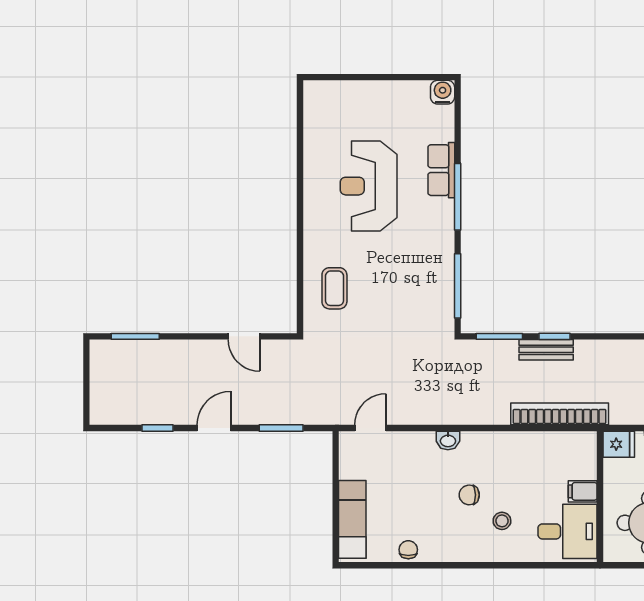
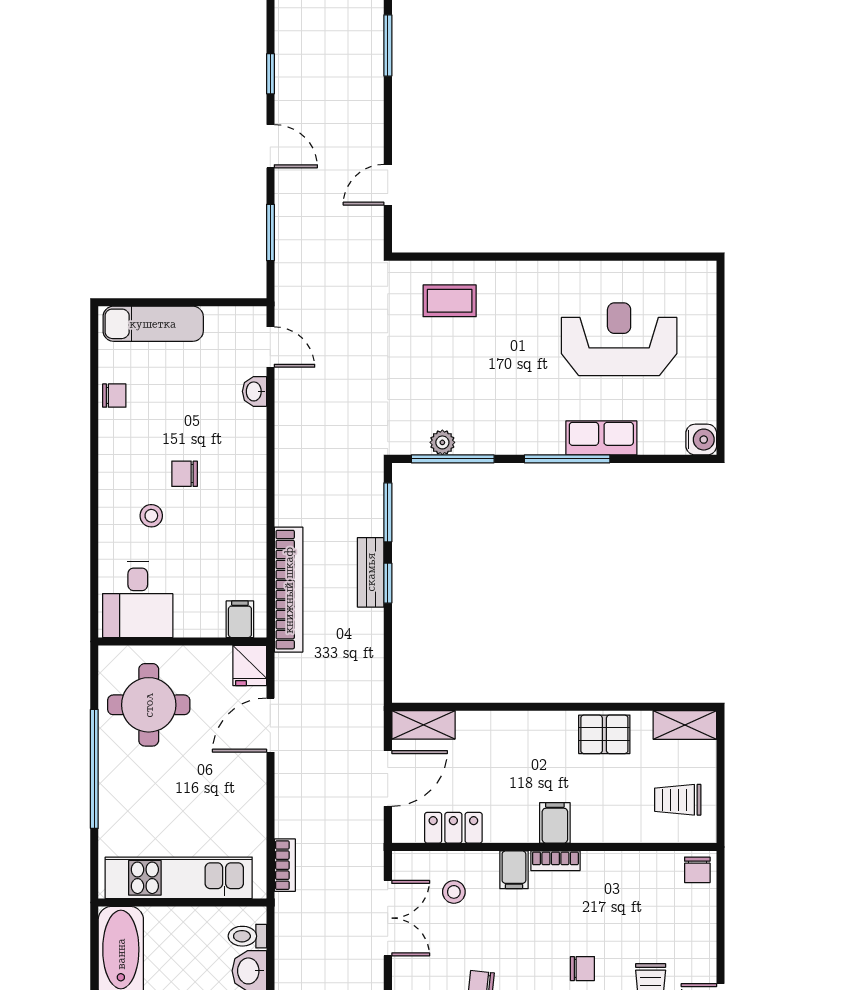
reception desk: (369, 186) -> (619, 339), moved
plant: (445, 294) -> (442, 442), added
washbasin: (448, 440) -> (254, 391), moved
filing cabinet: (583, 491) -> (240, 619), moved
chair: (469, 495) -> (185, 474), turned -89

